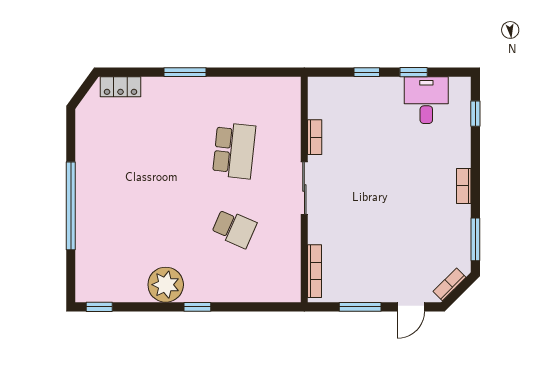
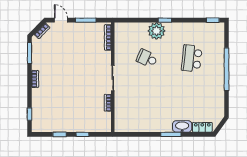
washbasin: (162, 88) -> (182, 126), added
desk: (426, 100) -> (53, 121), removed
school desk: (234, 151) -> (192, 58), moved
plant: (166, 285) -> (157, 31), moved
door: (411, 307) -> (61, 20), hinge flipped

